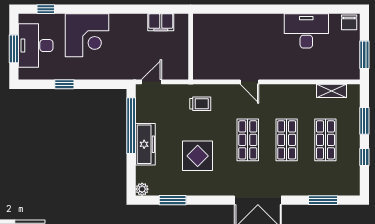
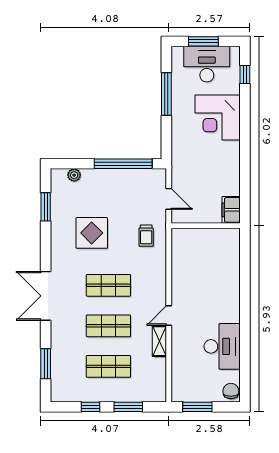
filing cabinet: (161, 22) -> (231, 210), moved
chair: (349, 22) -> (231, 391), turned 90
door: (151, 82) -> (169, 199), moved
door: (249, 82) -> (169, 315), moved
window: (64, 84) -> (166, 94), width x2.17
shelving: (332, 91) -> (159, 341), moved
freezer: (145, 144) -> (104, 179), removed
plant: (142, 189) -> (74, 175), moved

